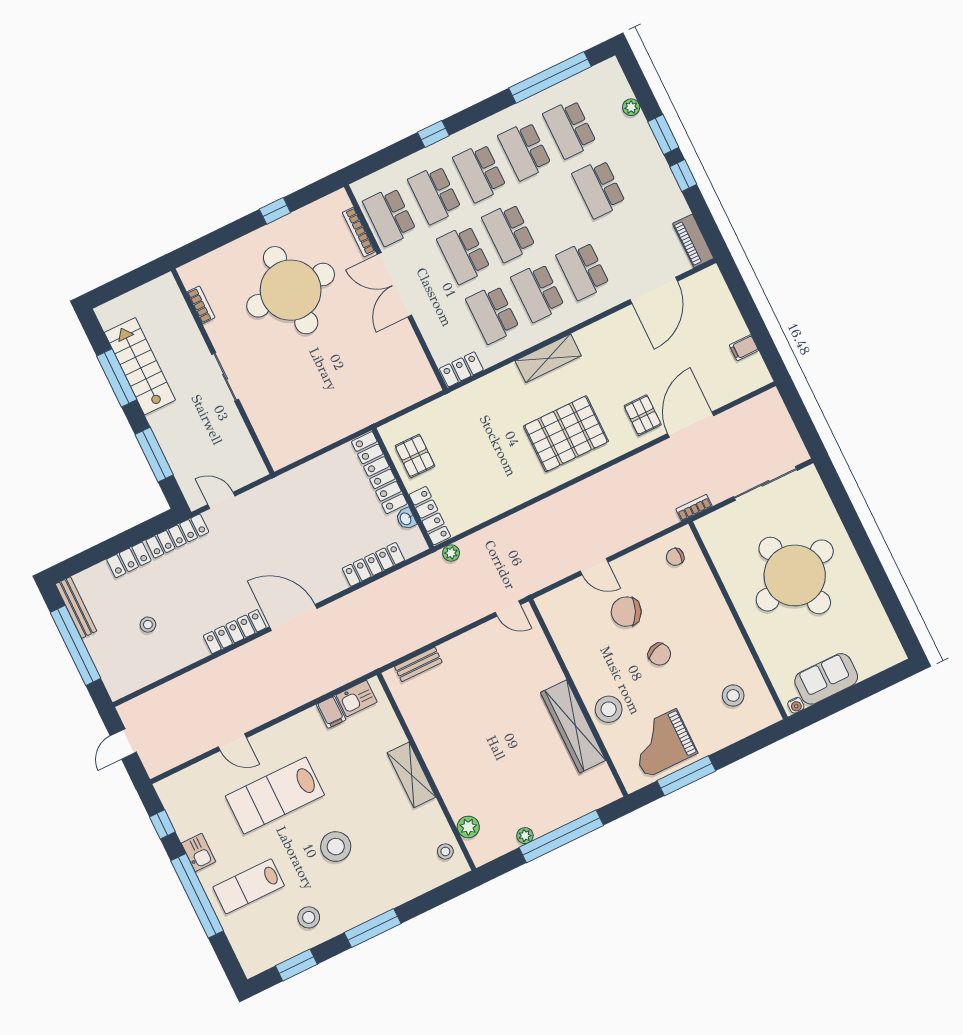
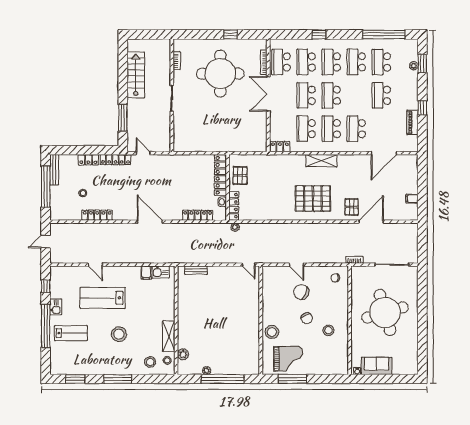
window: (663, 134) -> (422, 63), moved
piano: (693, 241) -> (412, 122), moved
window: (117, 378) -> (123, 75), removed
locker: (235, 632) -> (97, 215), moved
stool: (733, 695) -> (328, 330), moved
wardrobe: (573, 726) -> (252, 332), removed
grand piano: (661, 743) -> (288, 359), turned 180
shelving: (411, 775) -> (169, 336), moved
lab bench: (249, 886) -> (71, 333), turned 180
stool: (309, 917) -> (150, 362), moved

